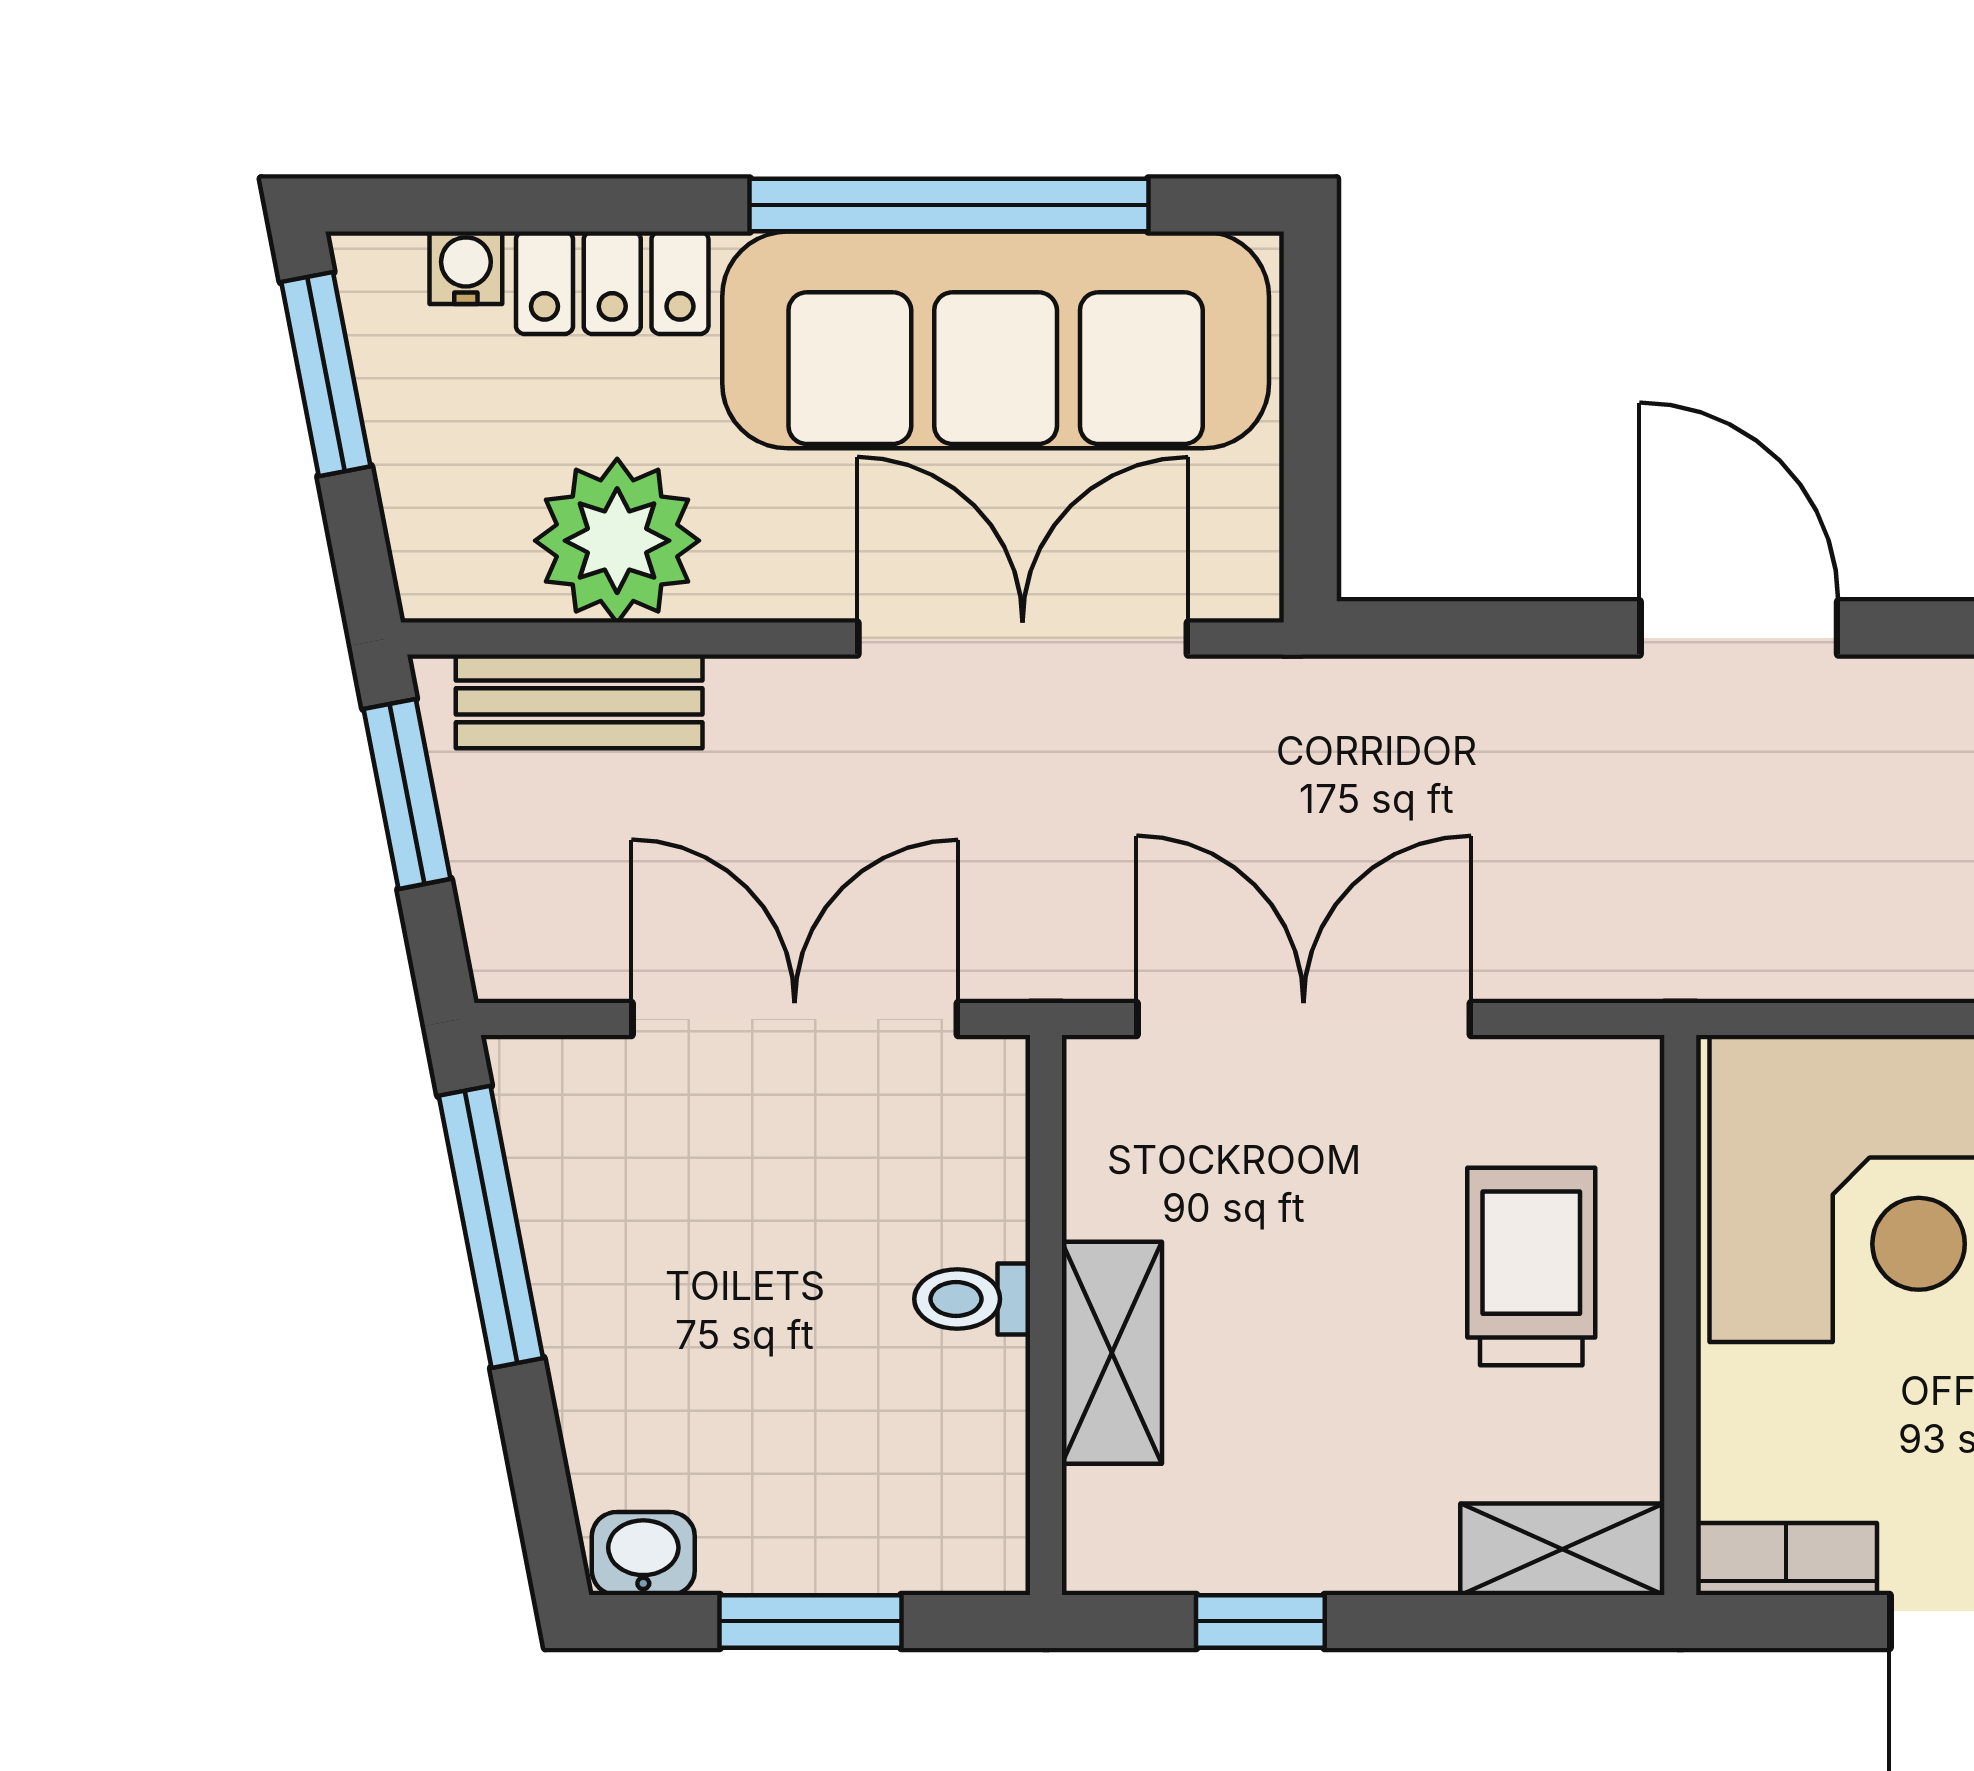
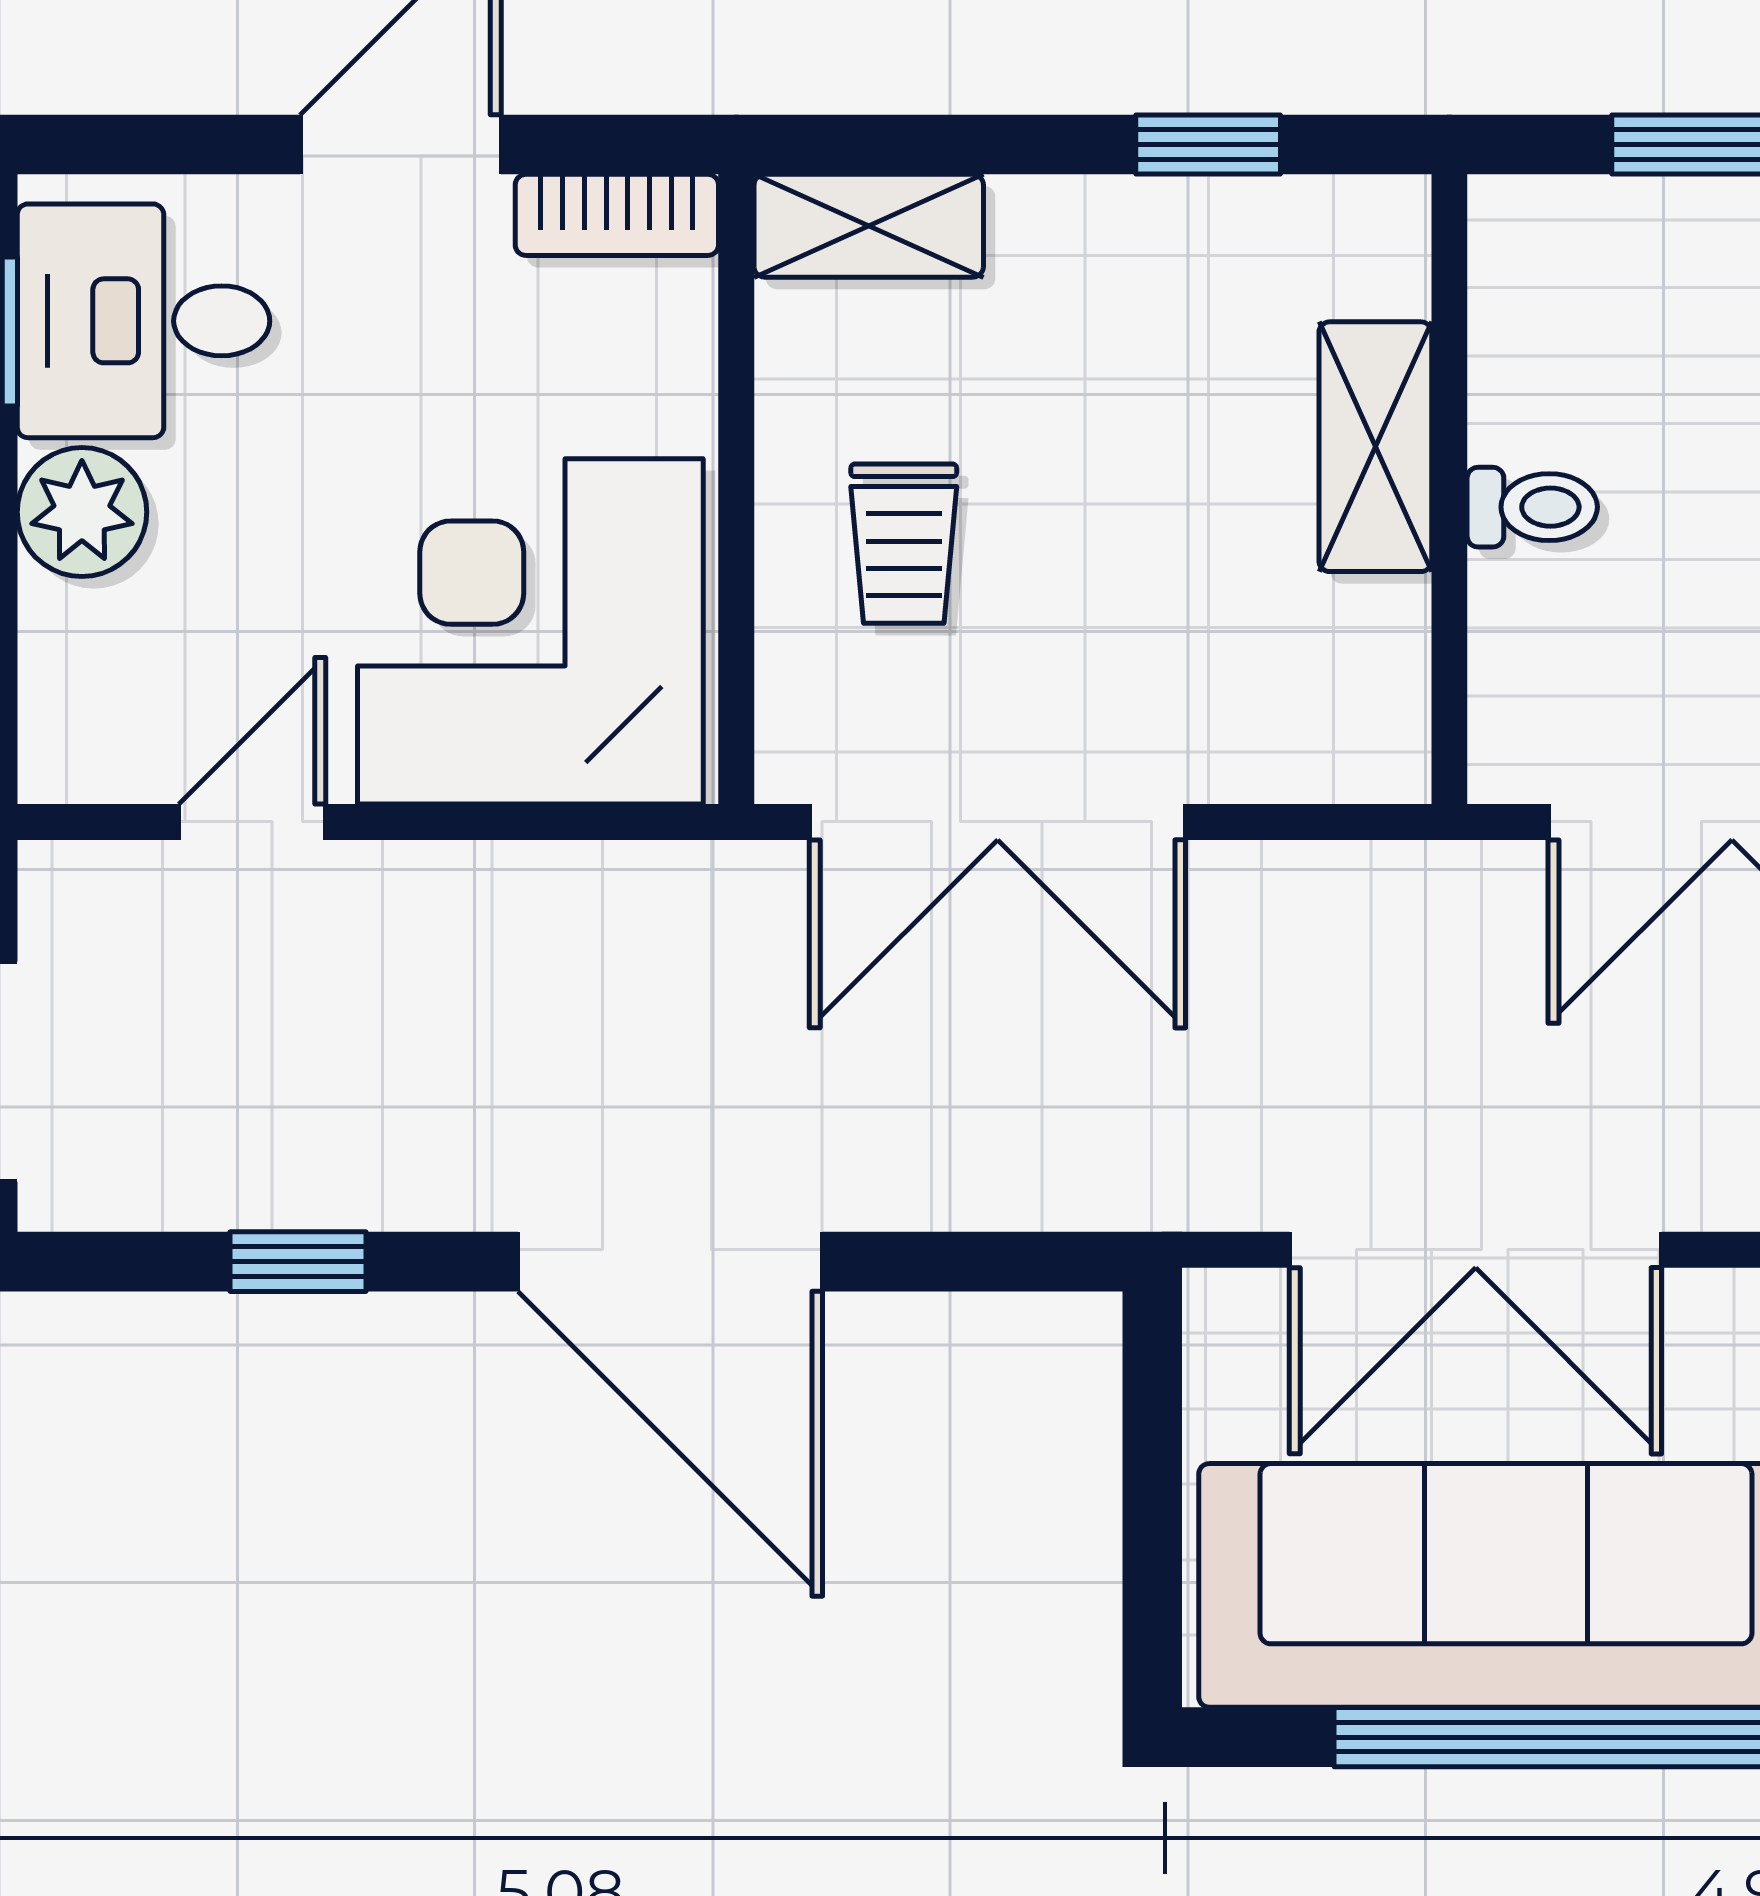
door: (1739, 628) -> (670, 1262), width x1.36
double door: (1304, 1019) -> (998, 822), moved
trolley: (1531, 1266) -> (904, 544), width x0.73, depth x0.72

